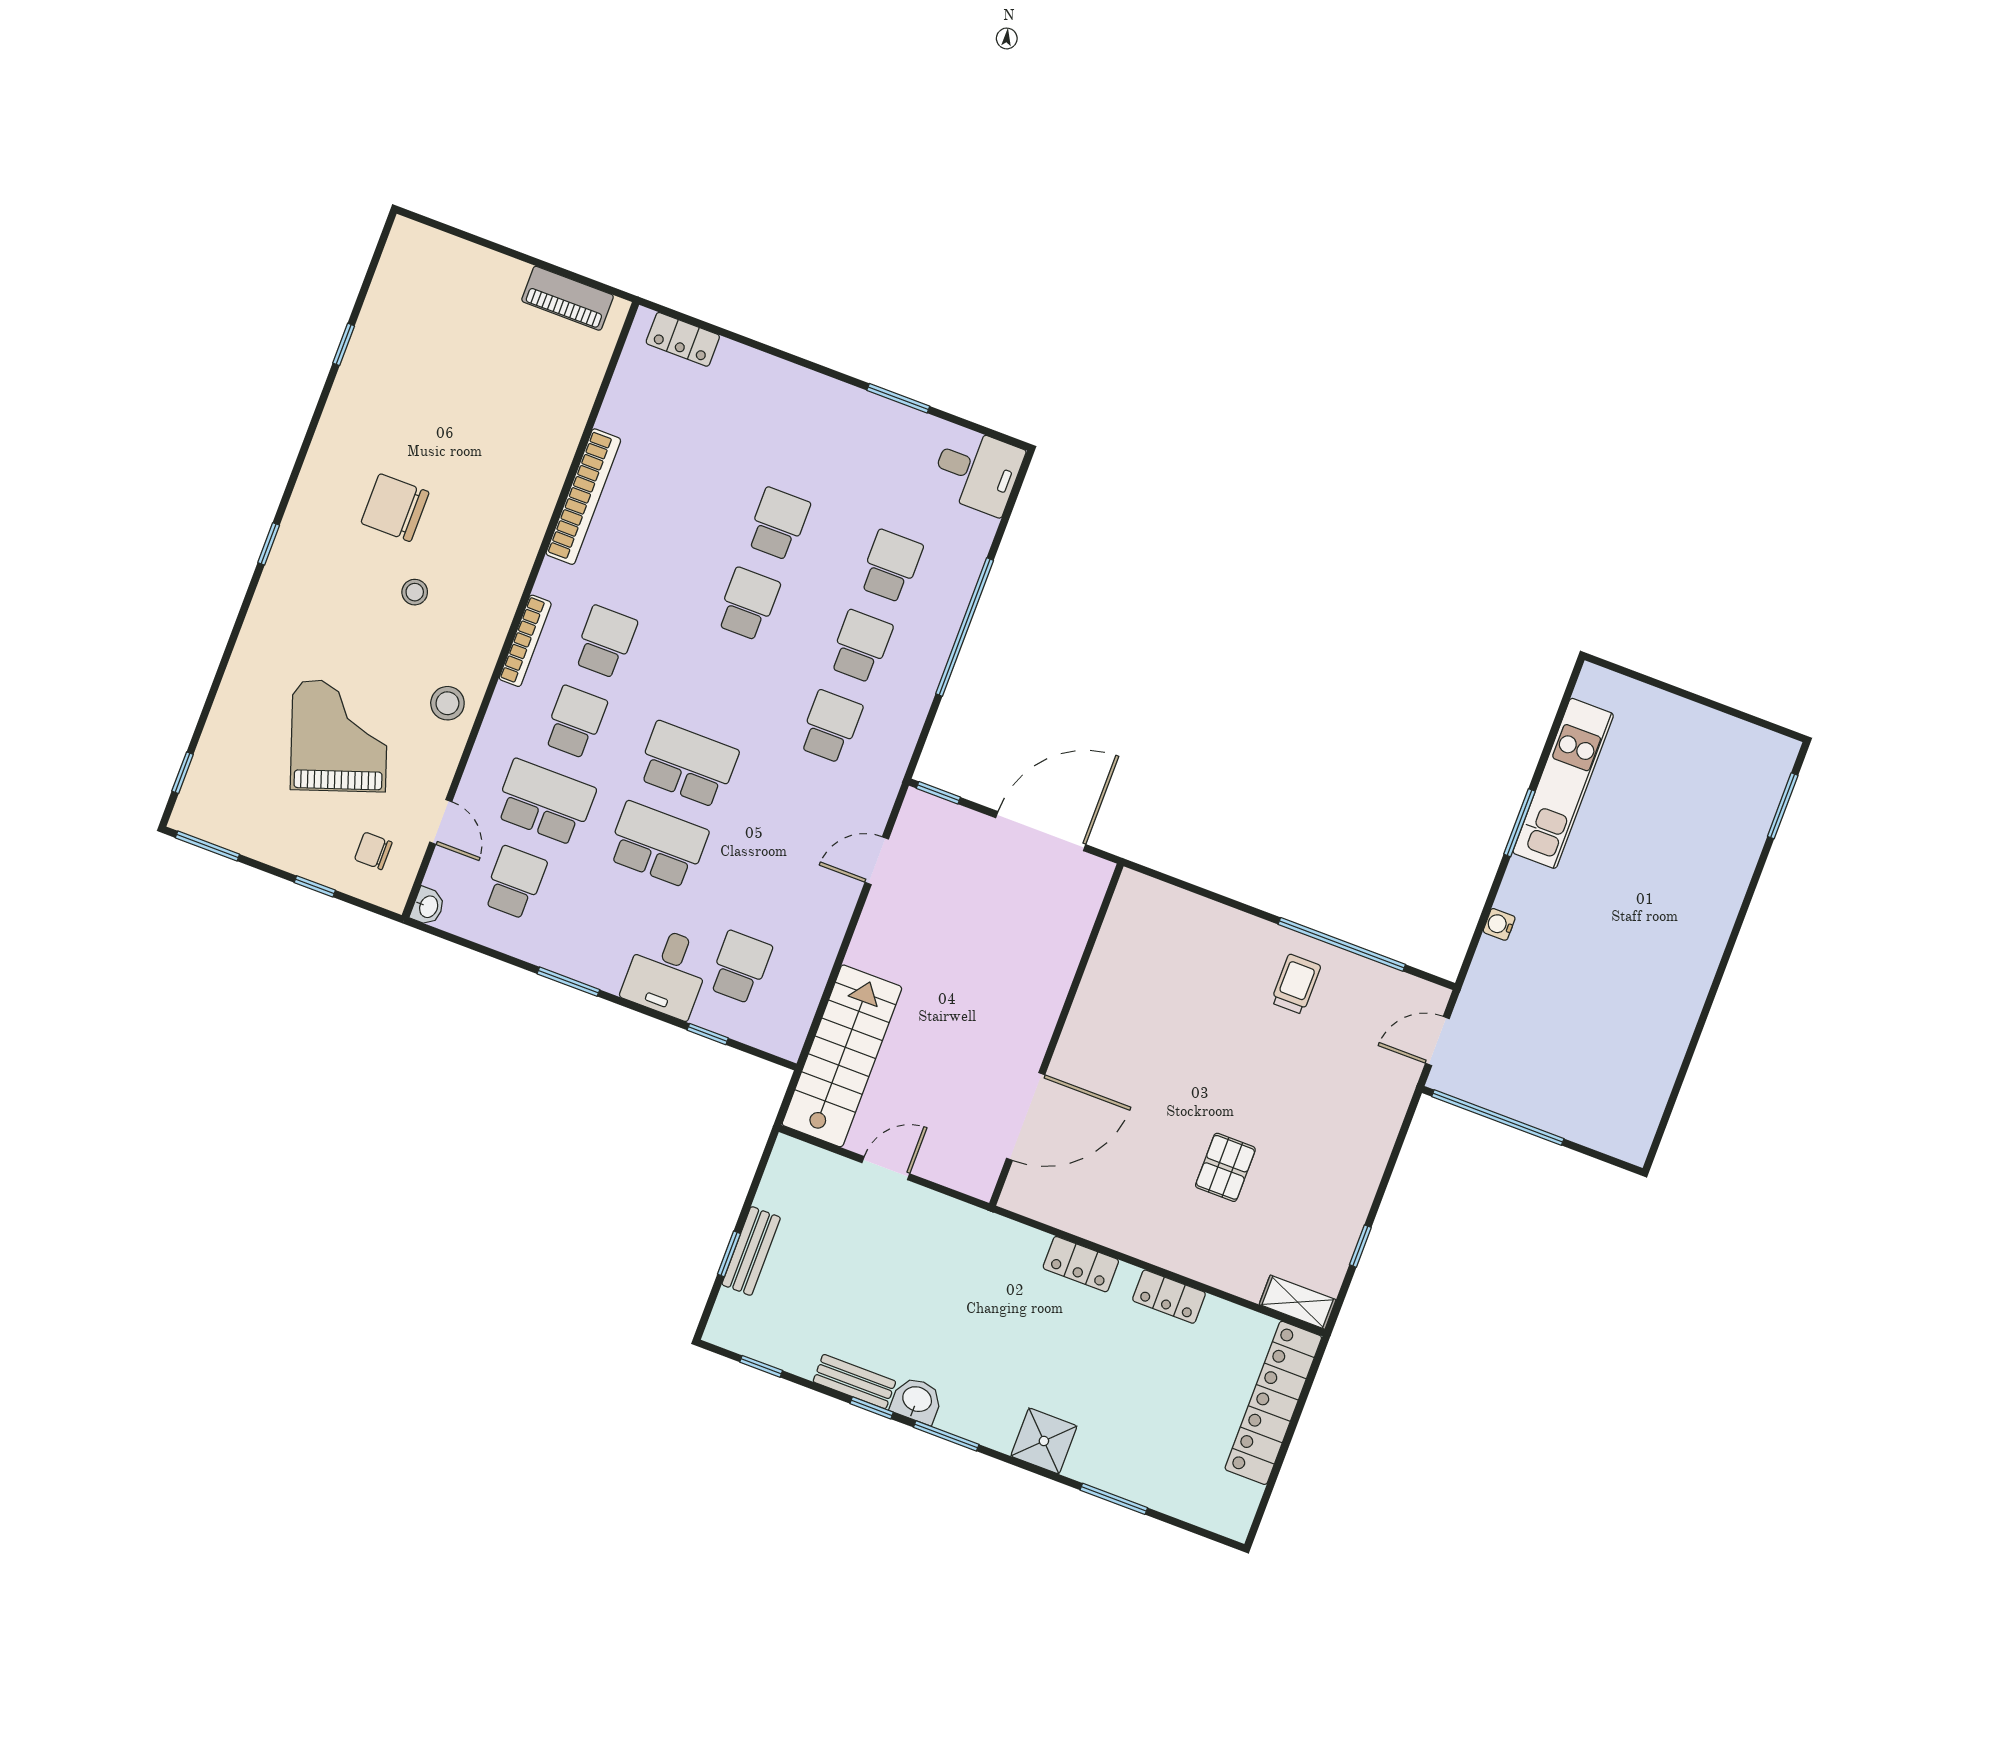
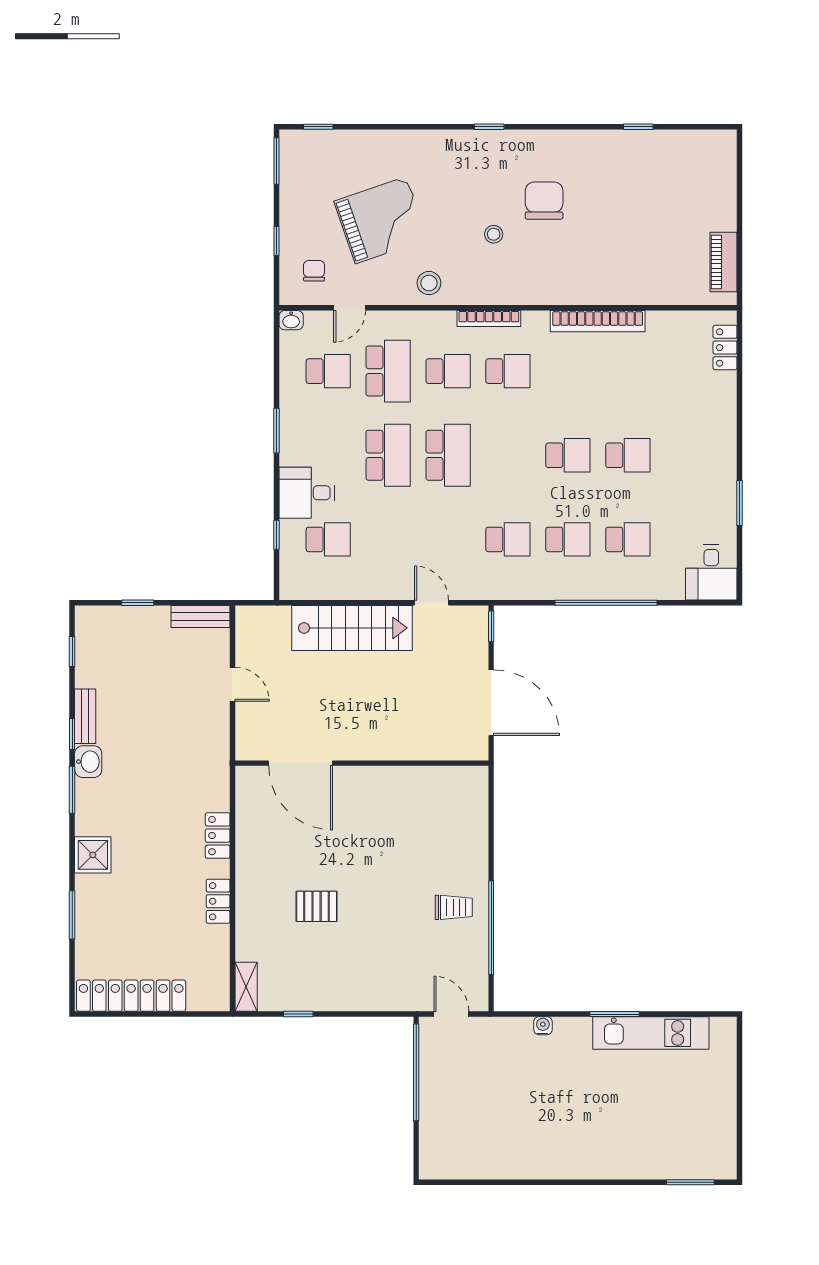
stairs: (842, 1056) -> (352, 628), moved
bench: (751, 1251) -> (200, 617), moved
locker: (1273, 1403) -> (131, 996), moved

